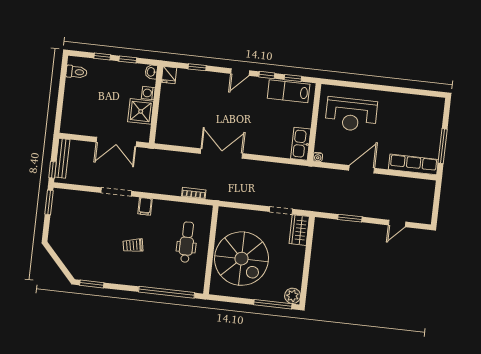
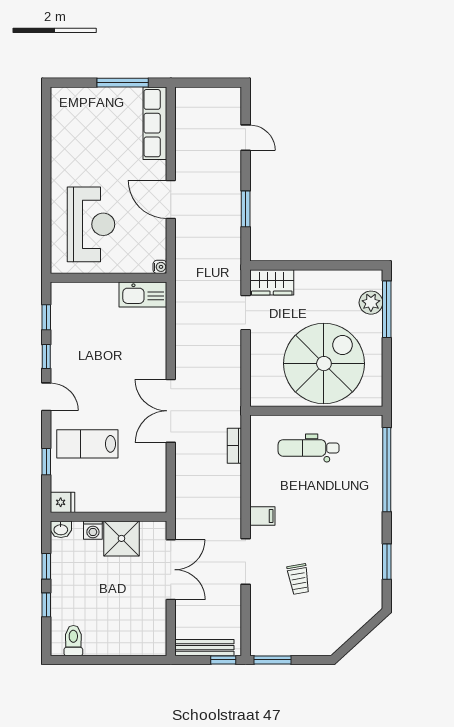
lab bench: (289, 91) -> (87, 444), moved, turned 90
trolley: (133, 245) -> (299, 579), moved
window: (92, 284) -> (387, 562), moved
plant: (293, 296) -> (371, 303), moved

